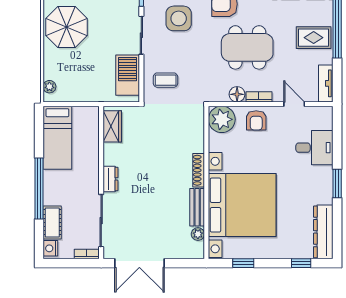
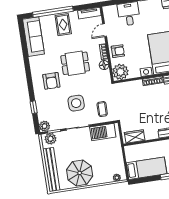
side table: (179, 18) -> (76, 103), moved
dining table: (247, 47) -> (75, 63), width x0.73

